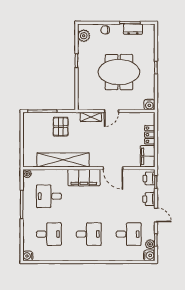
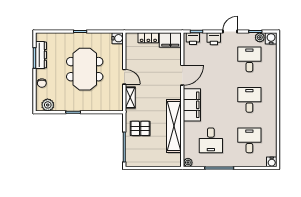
dresser: (133, 29) -> (41, 55), width x1.44

